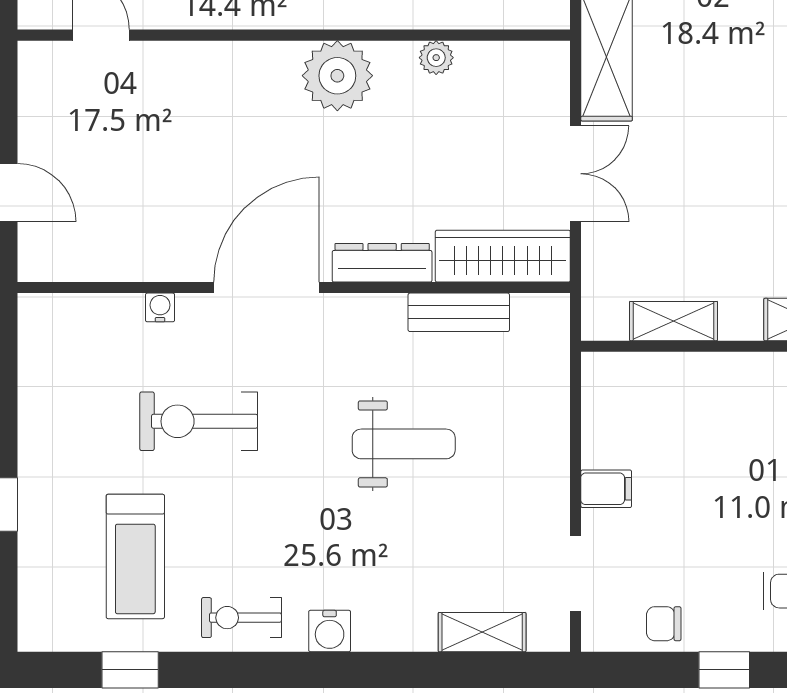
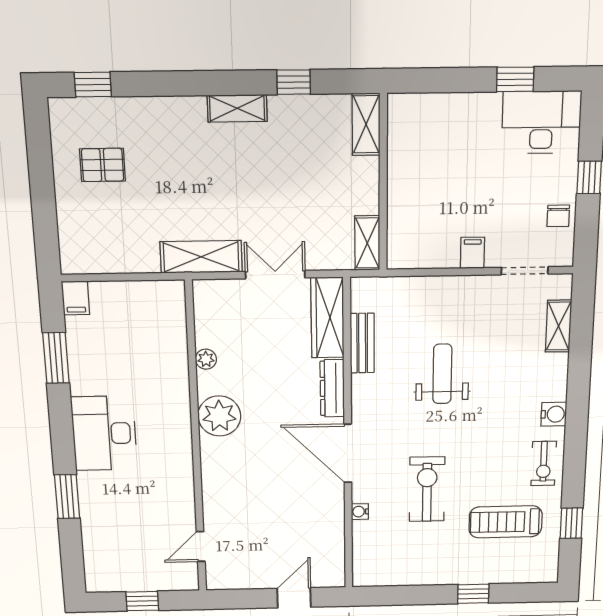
shelving: (674, 321) -> (367, 243), moved
exercise bike: (199, 421) -> (427, 489), turned 180
treadmill: (135, 556) -> (506, 522), turned 180

